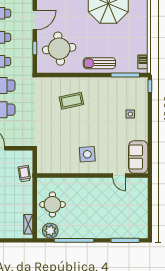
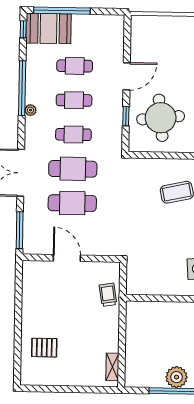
round table: (52, 205) -> (147, 339), removed
plant: (50, 231) -> (177, 377), moved

